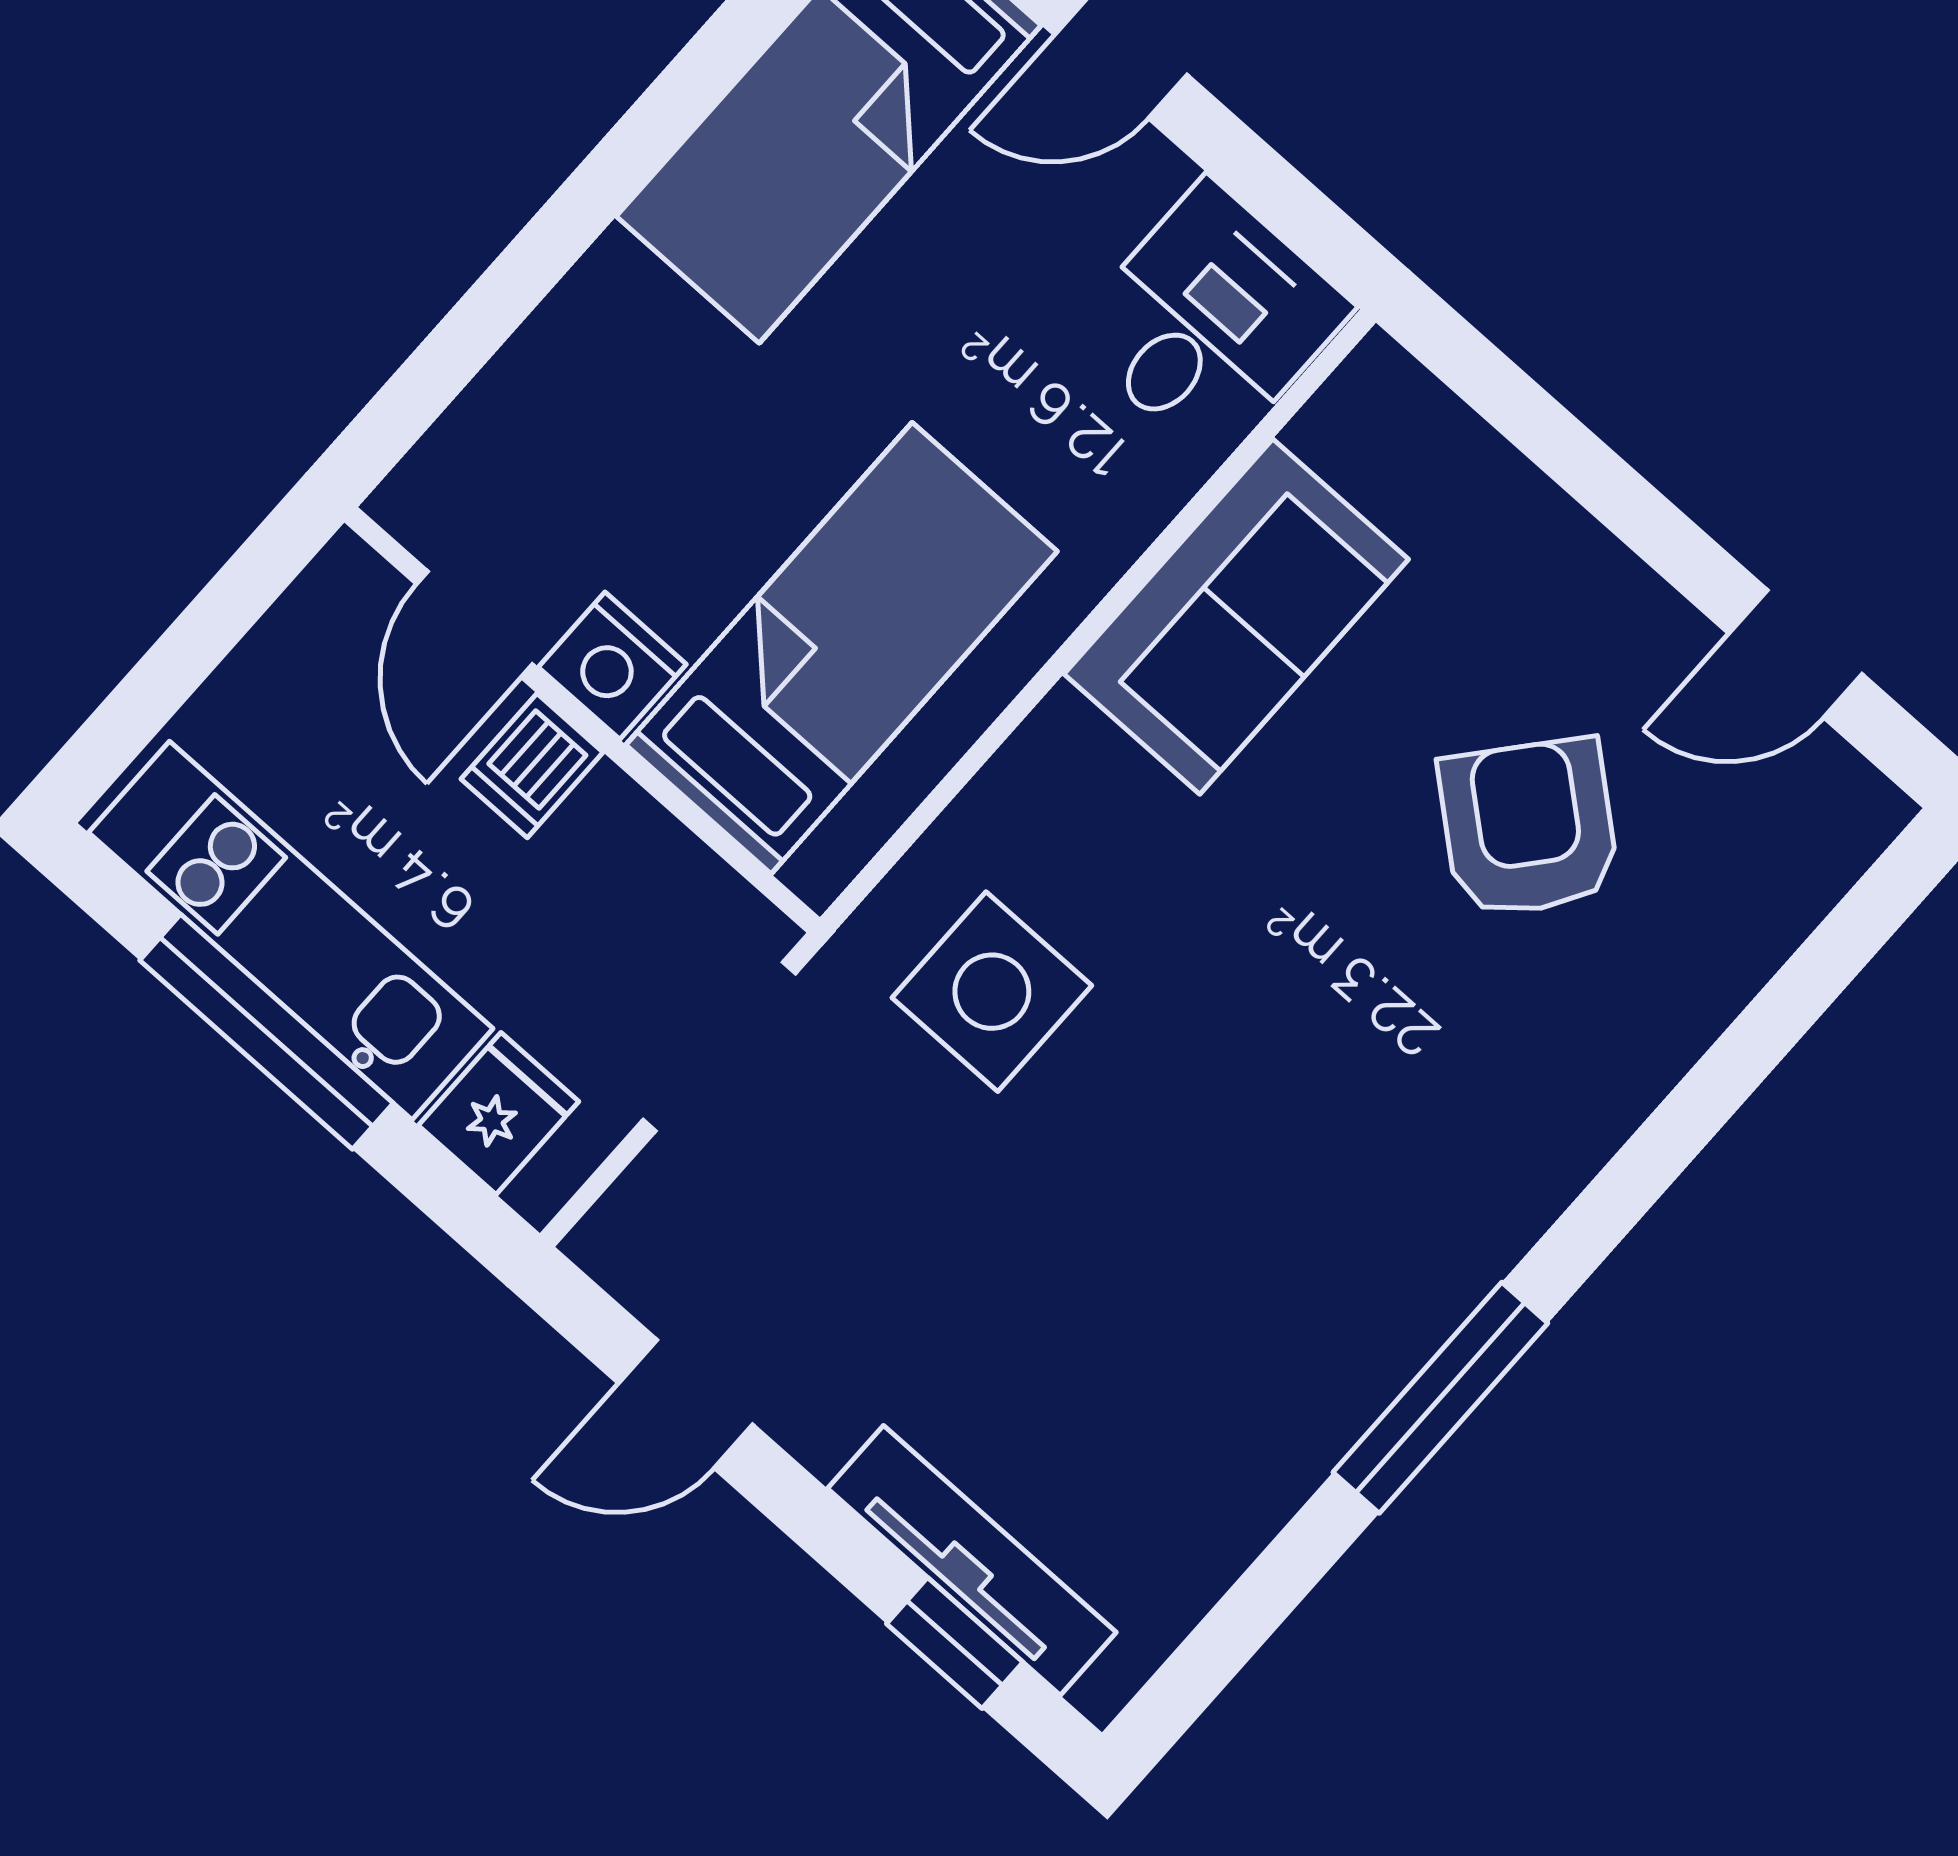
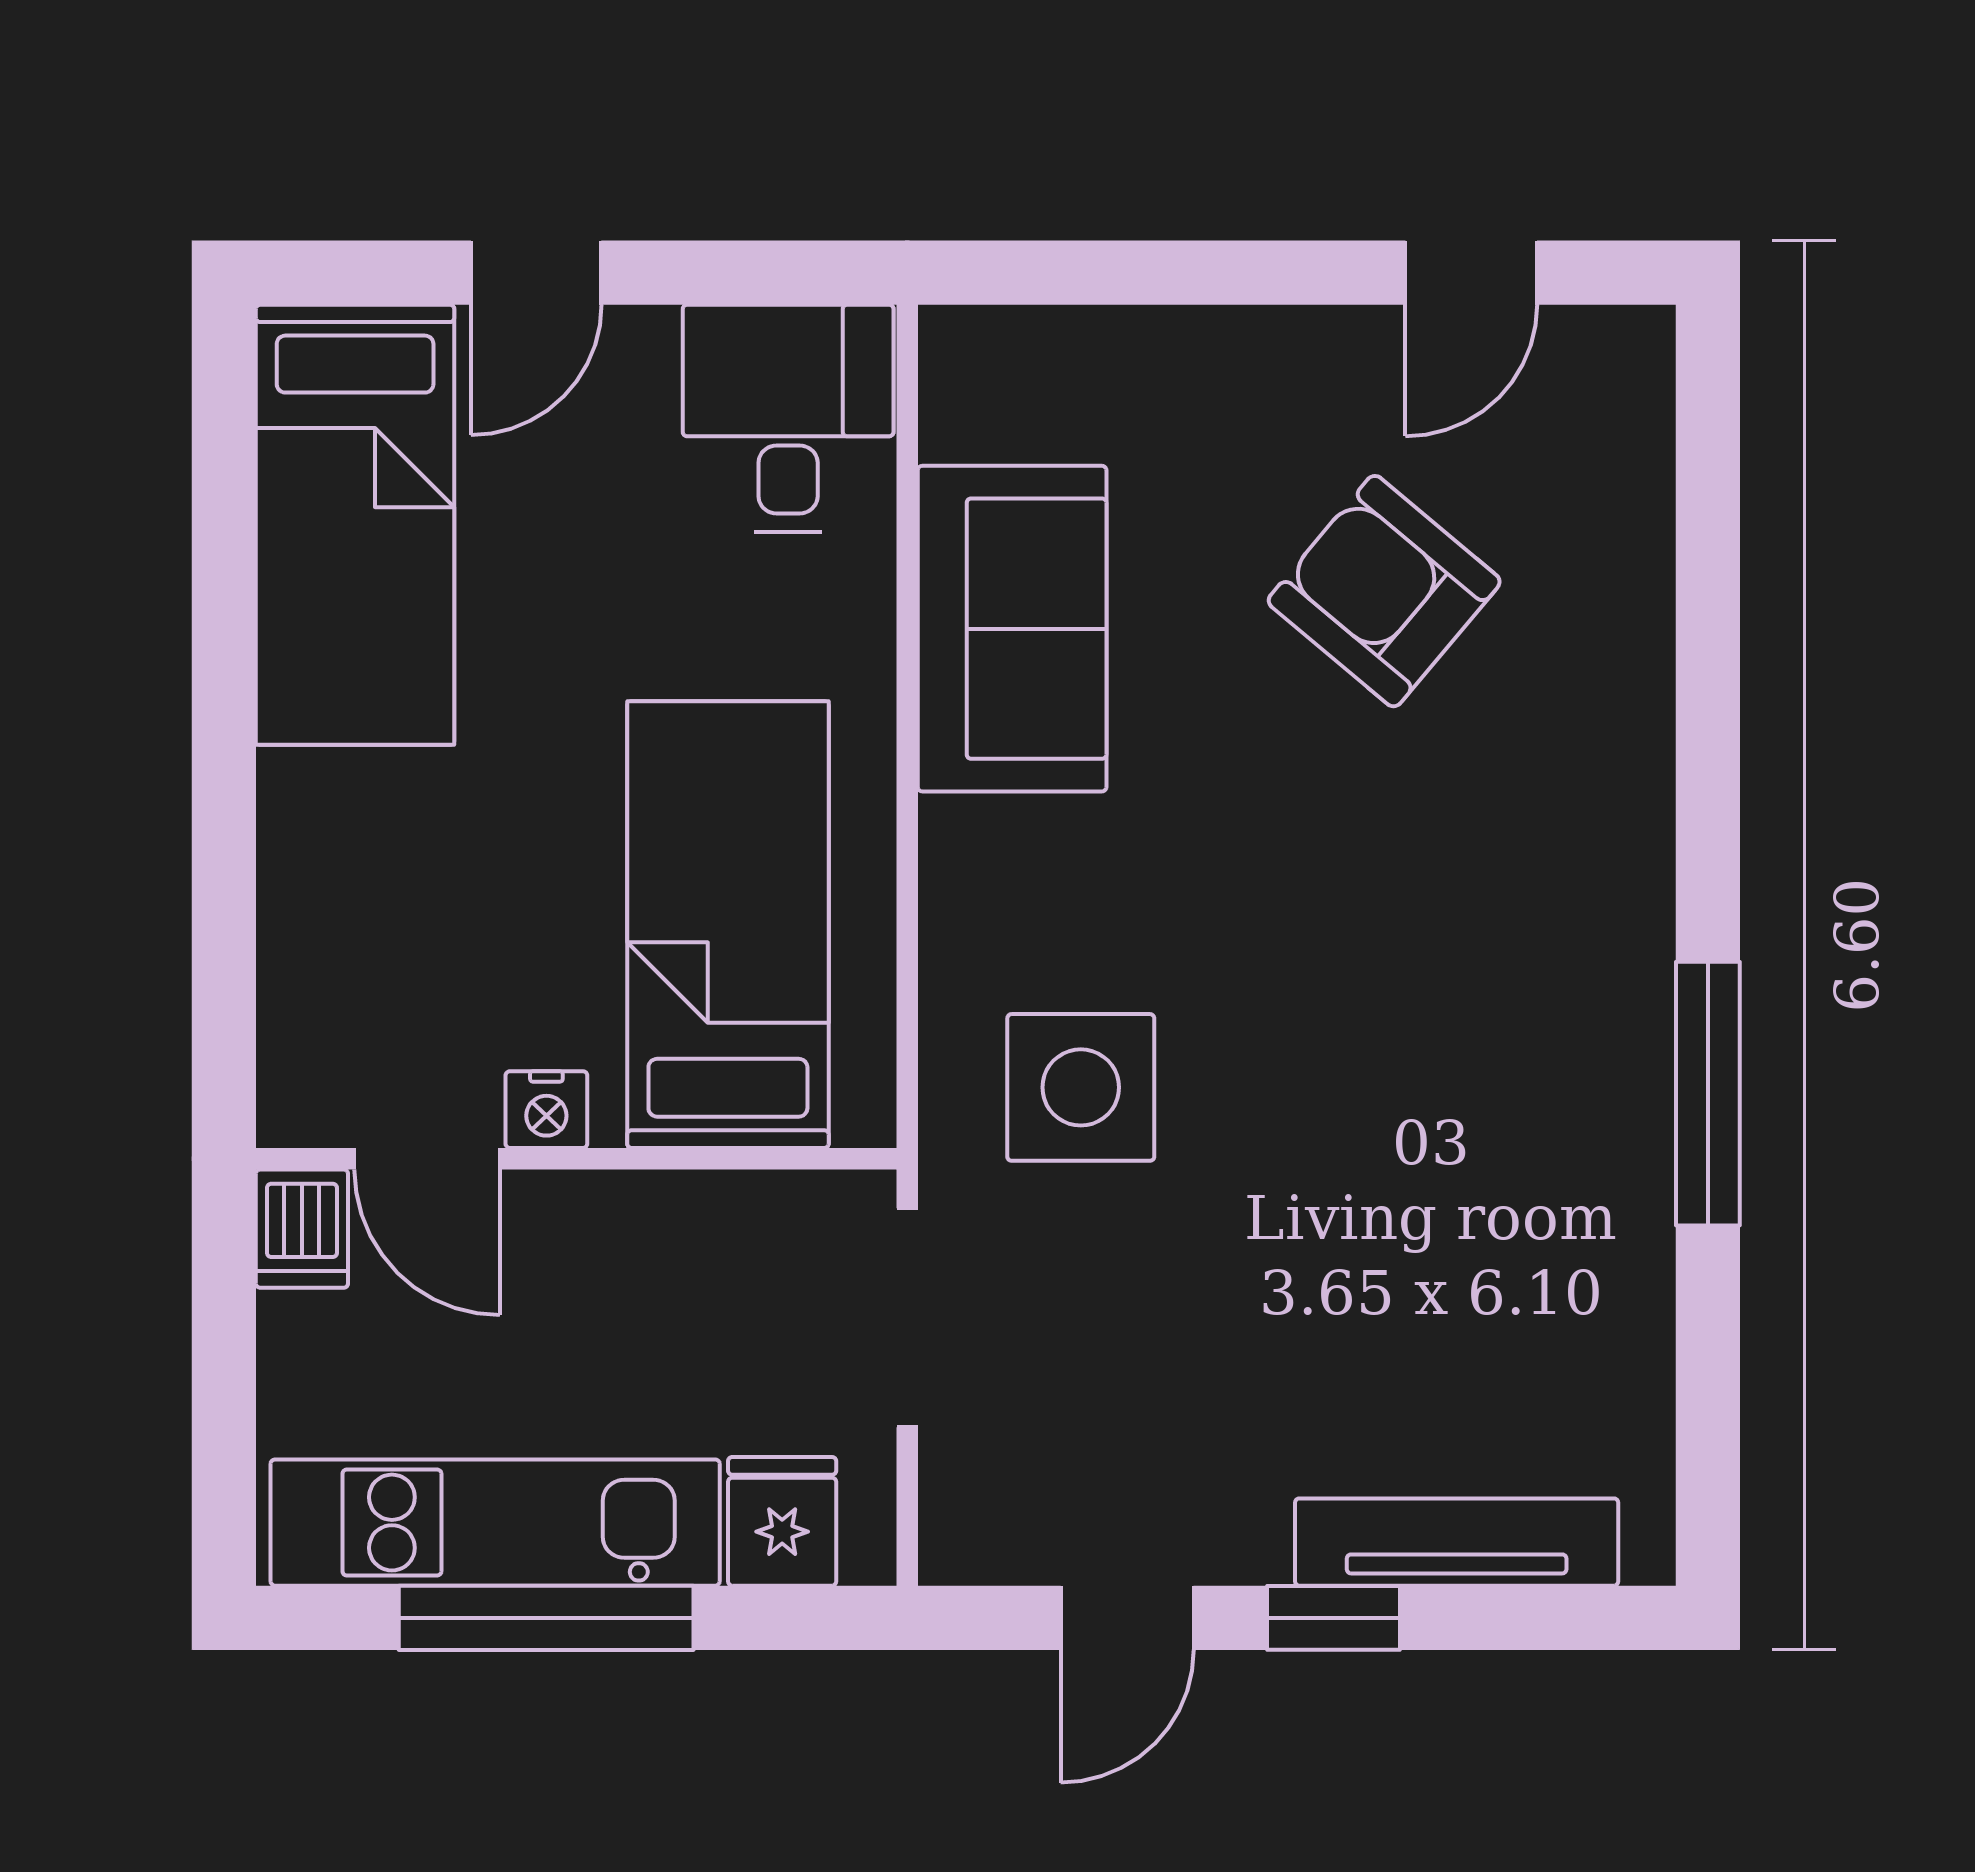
nightstand: (612, 666) -> (546, 1110), width x0.72, depth x0.74
dishwasher: (532, 766) -> (302, 1229), moved
window: (955, 1643) -> (1334, 1618), moved

